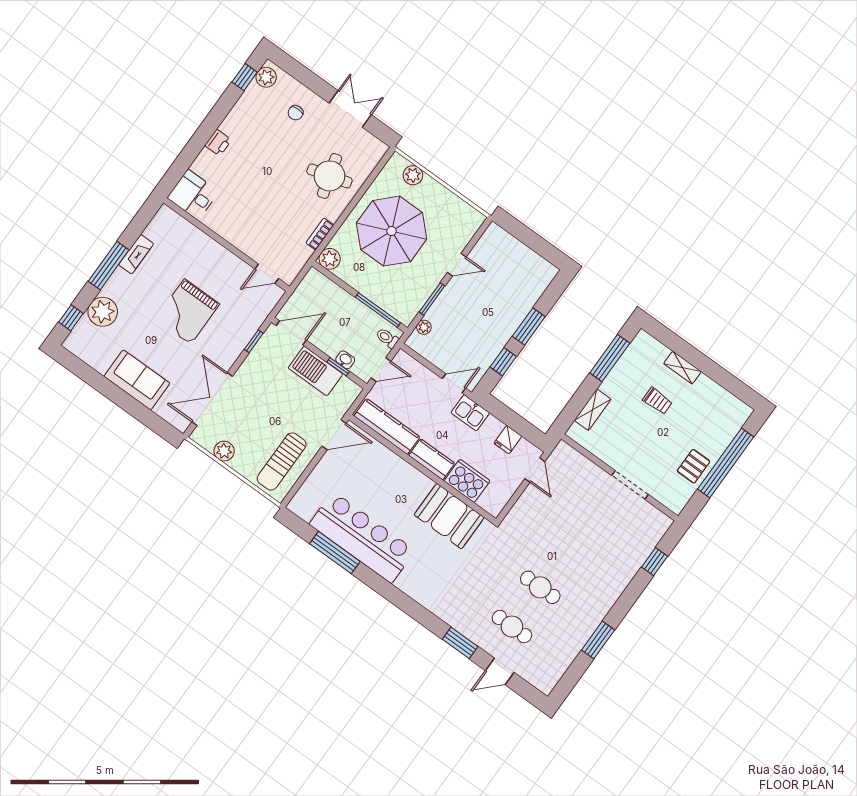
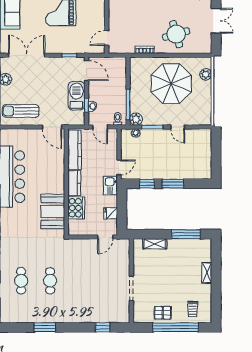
plant: (330, 259) -> (136, 119), moved
door: (267, 274) -> (107, 38), hinge flipped
door: (454, 383) -> (119, 167), hinge flipped
trolley: (657, 401) -> (193, 309), moved

